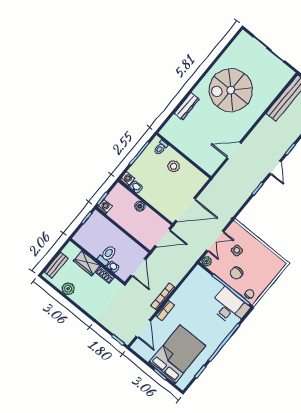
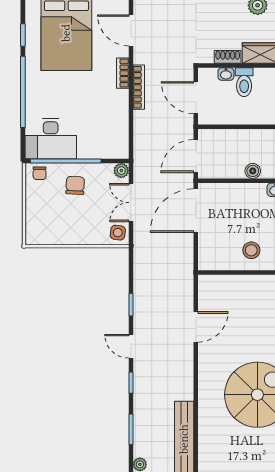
side table: (237, 250) -> (118, 233), moved

